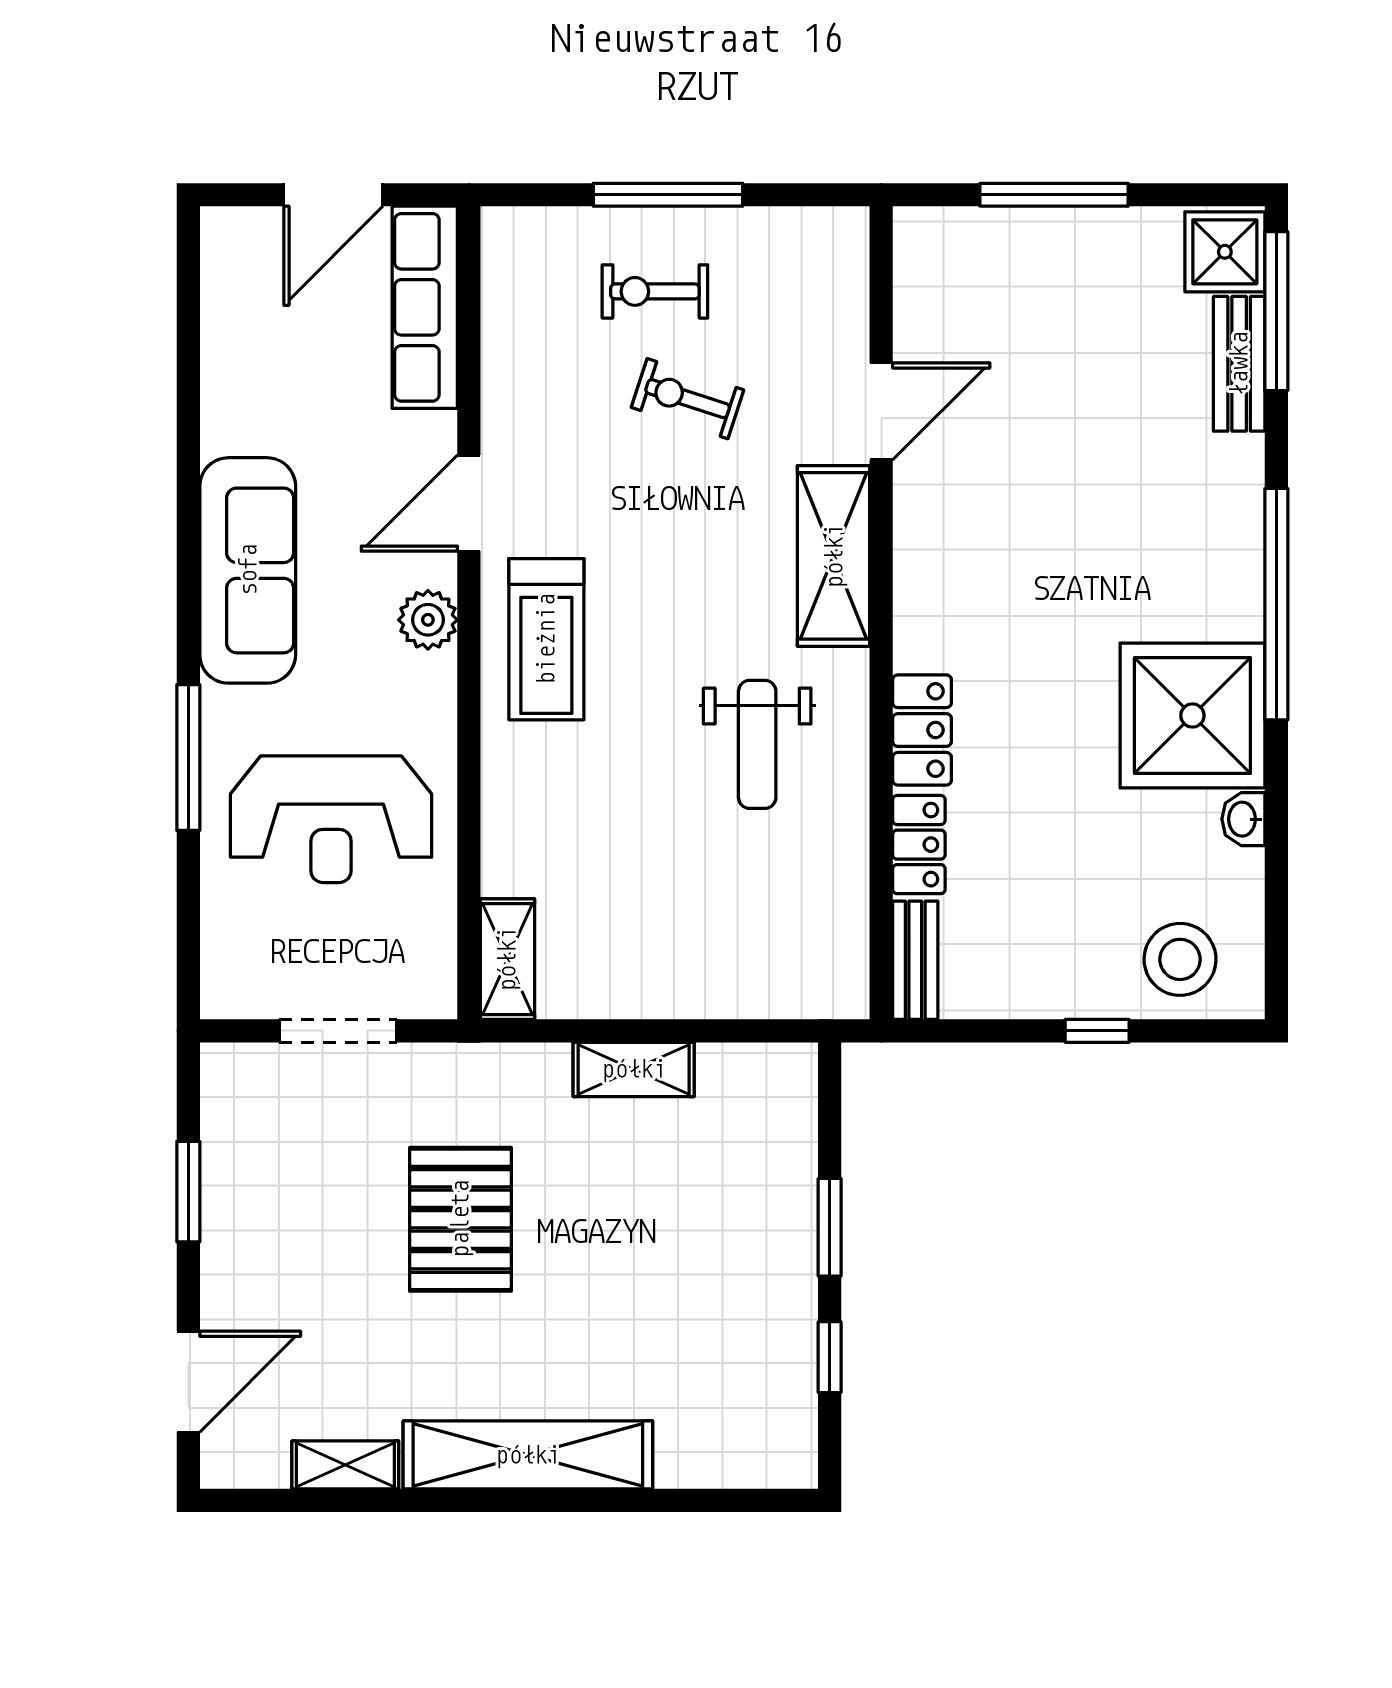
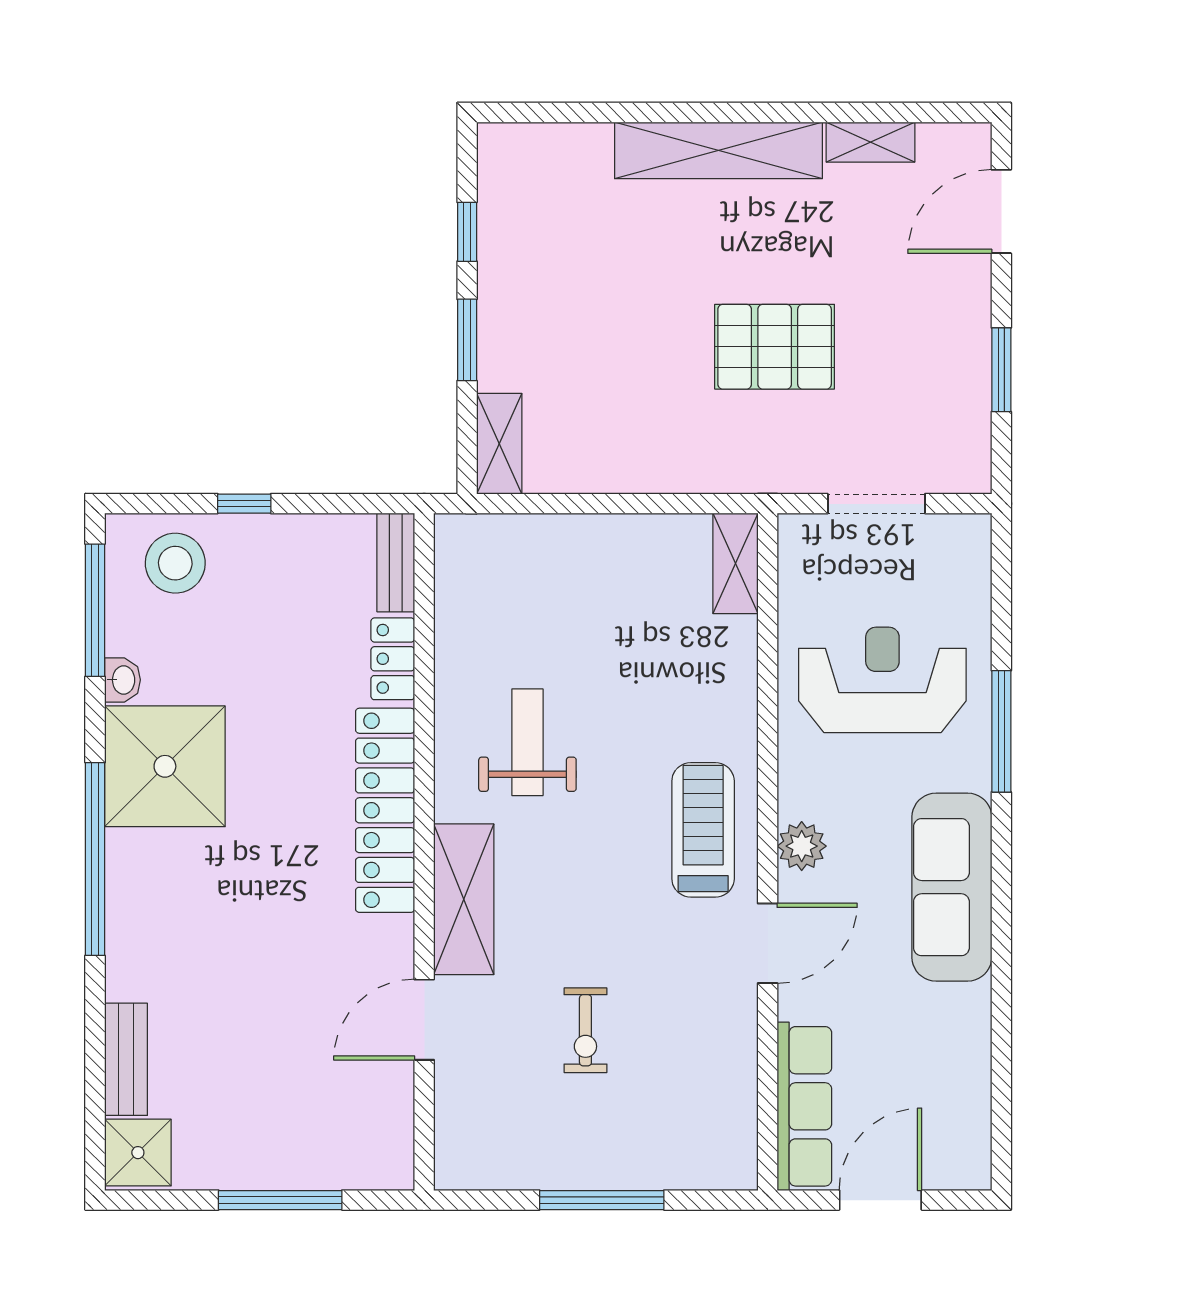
exercise bike: (655, 291) -> (613, 1120), removed
window: (1276, 311) -> (95, 610), moved
exercise bike: (688, 399) -> (585, 1030), turned 72
locker: (922, 730) -> (385, 810), width x2.16, depth x1.21
shelving: (634, 1069) -> (499, 444), moved, turned 90
pallet: (460, 1219) -> (775, 347), turned 90

